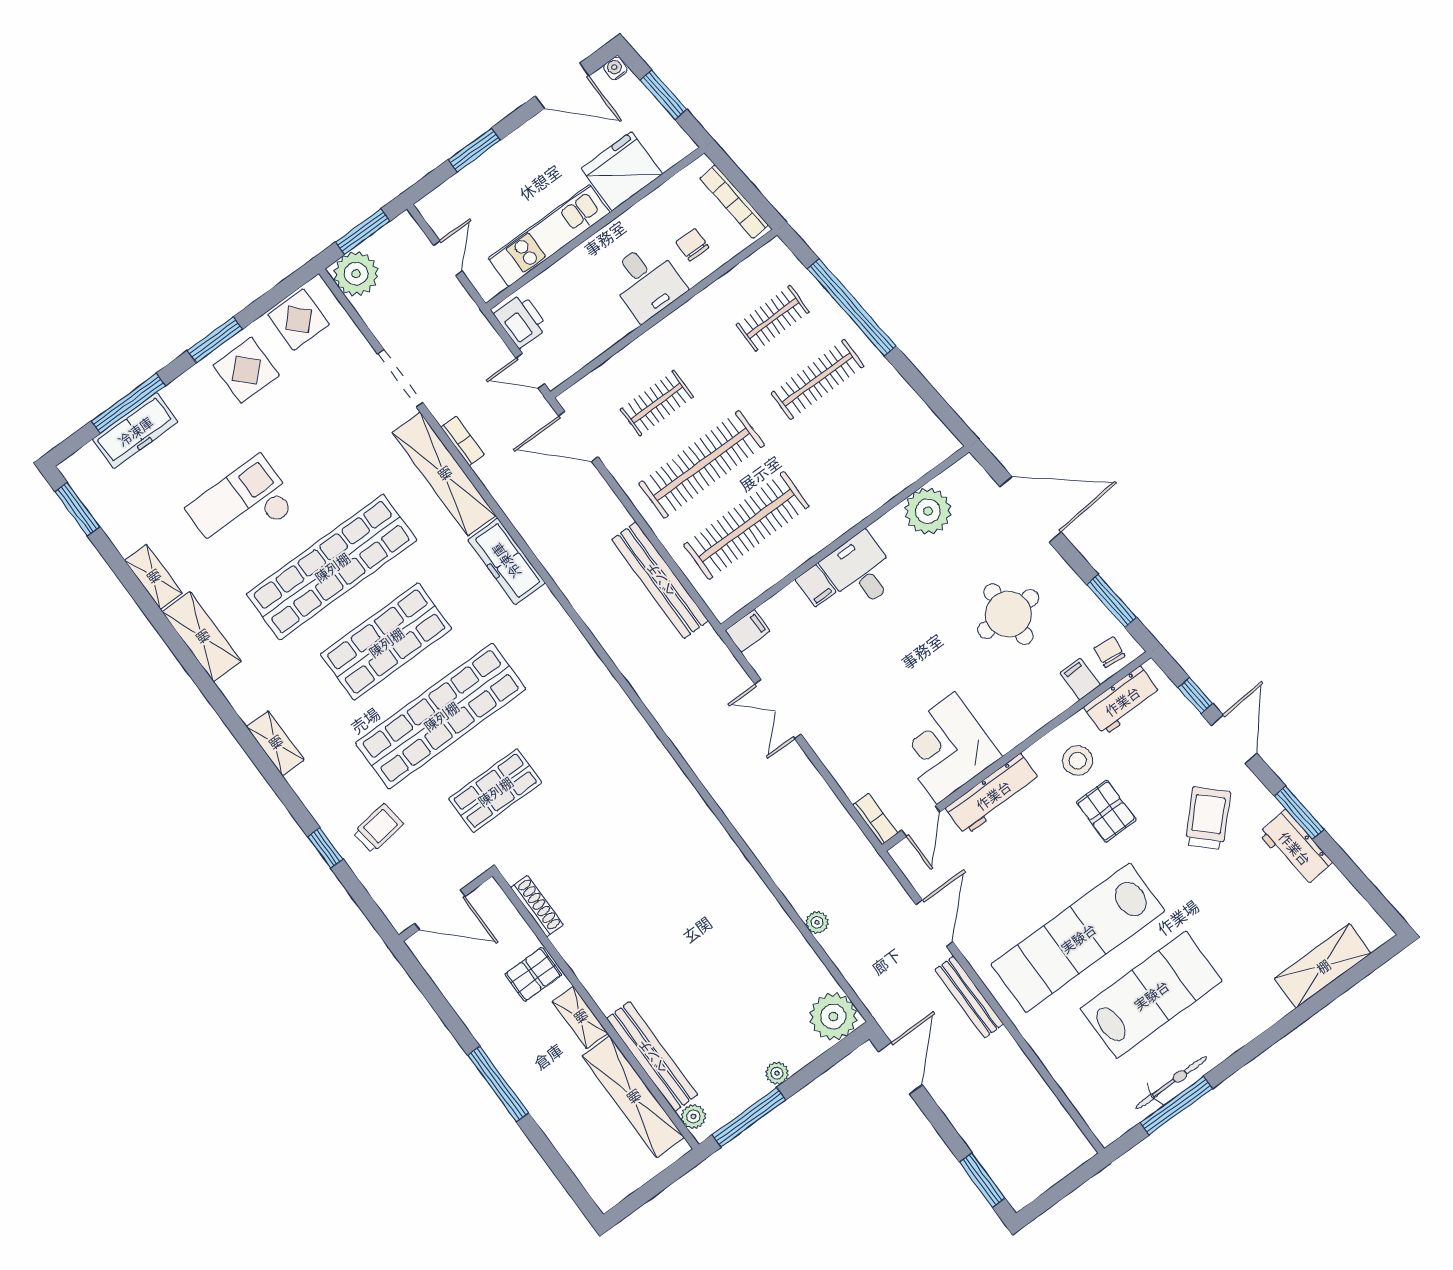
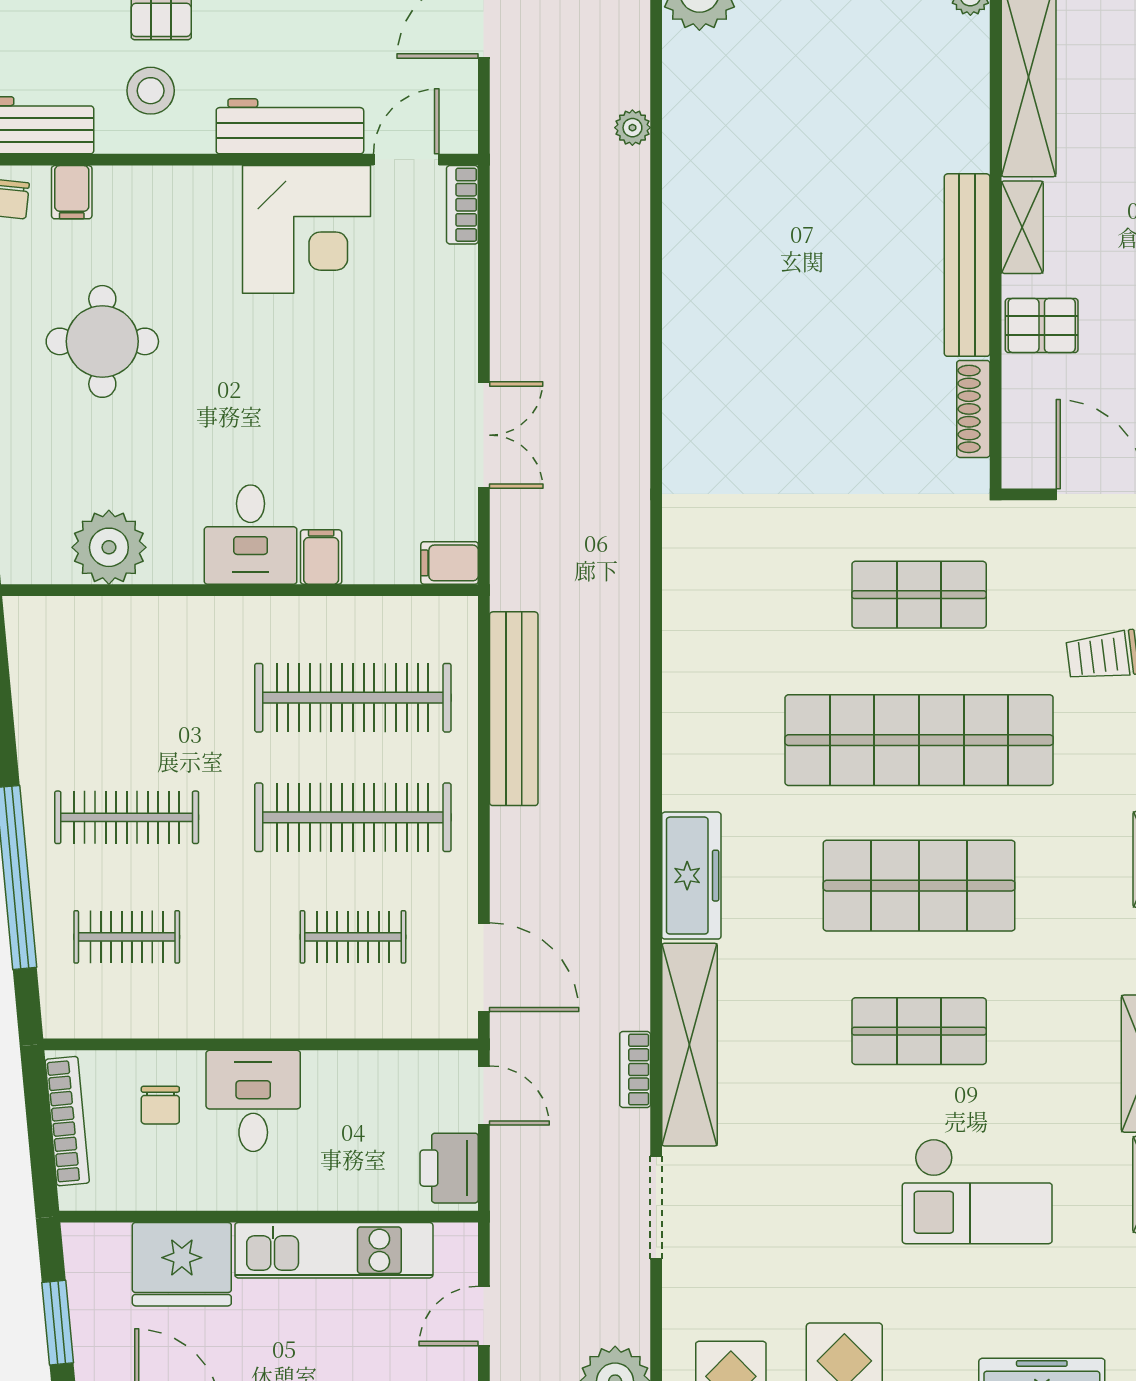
shop shelf: (332, 567) -> (919, 1031), width x0.50, depth x0.74
bench: (652, 1057) -> (967, 265), moved

